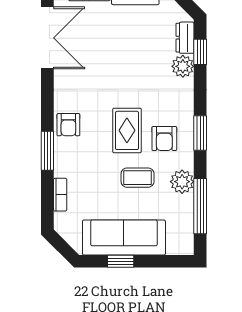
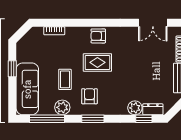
double door: (47, 38) -> (153, 23), width x0.73
rug: (127, 130) -> (97, 62), moved
armchair: (164, 139) -> (90, 96), turned 90
window: (47, 151) -> (82, 23), removed
sofa: (124, 237) -> (27, 89), moved

